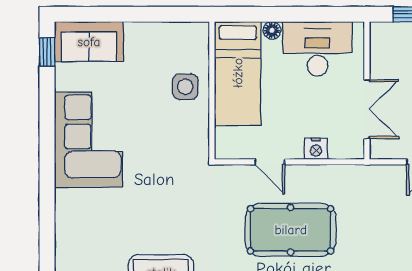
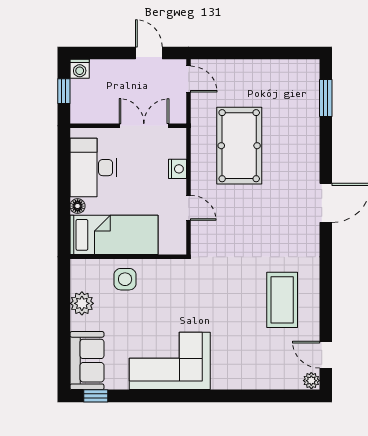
plant: (157, 36) -> (82, 303), added
door: (270, 162) -> (189, 208), hinge flipped
pool table: (291, 230) -> (239, 146), moved

